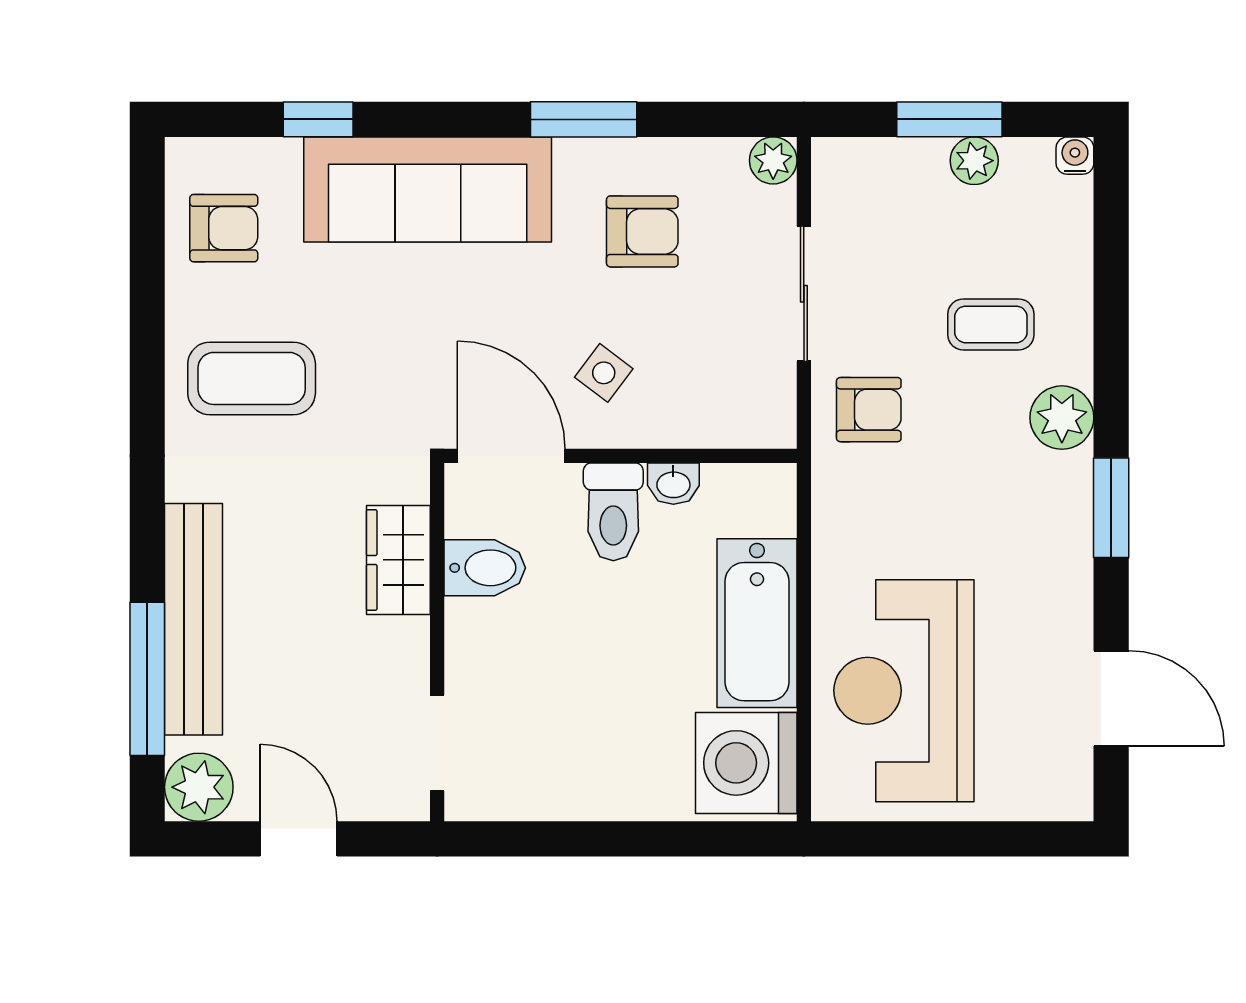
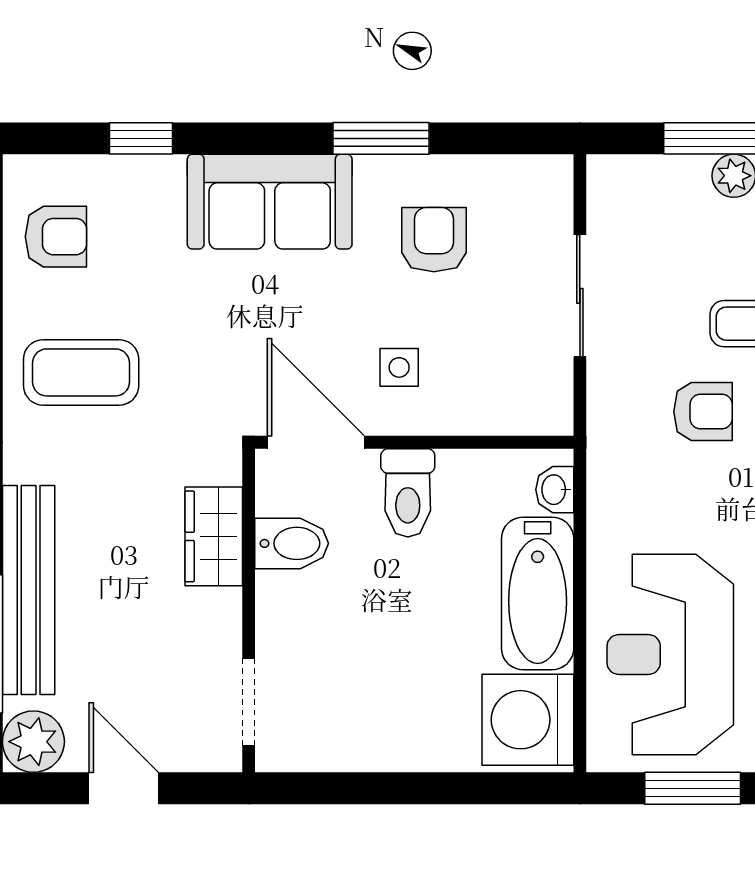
plant: (773, 160) -> (552, 175), removed
sofa: (428, 189) -> (270, 202), width x0.73
armchair: (642, 231) -> (434, 240), turned -90
side table: (604, 373) -> (399, 367), turned -37
armchair: (869, 410) -> (703, 412), moved
washbasin: (673, 484) -> (555, 490), moved, turned 90
window: (929, 839) -> (693, 788), added

